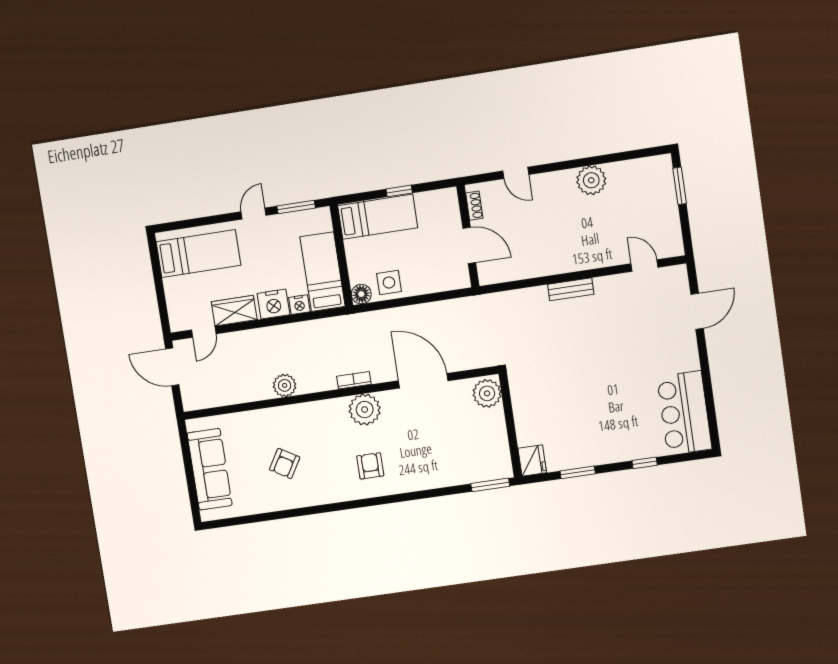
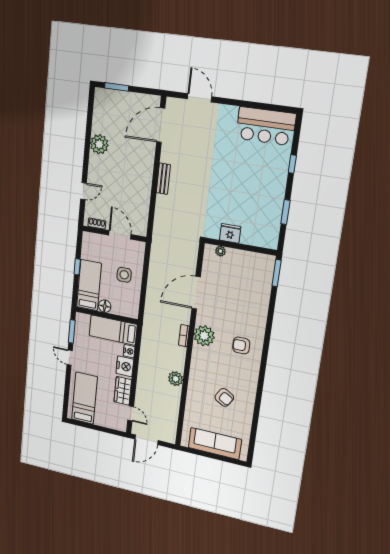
door: (469, 245) -> (120, 235), hinge flipped
door: (645, 266) -> (161, 125), width x1.87
side table: (389, 282) -> (124, 275), moved
floor lamp: (361, 294) -> (105, 306), moved
plant: (487, 393) -> (220, 251), width x0.53, depth x0.53
fridge: (532, 460) -> (230, 233), moved

